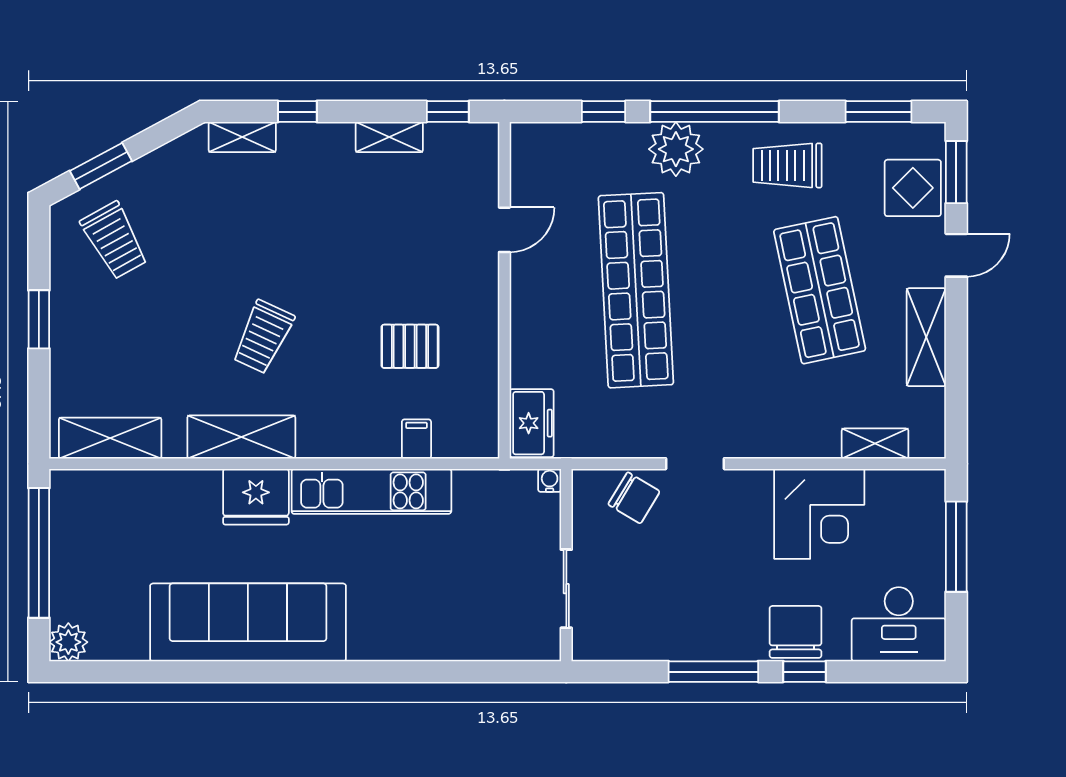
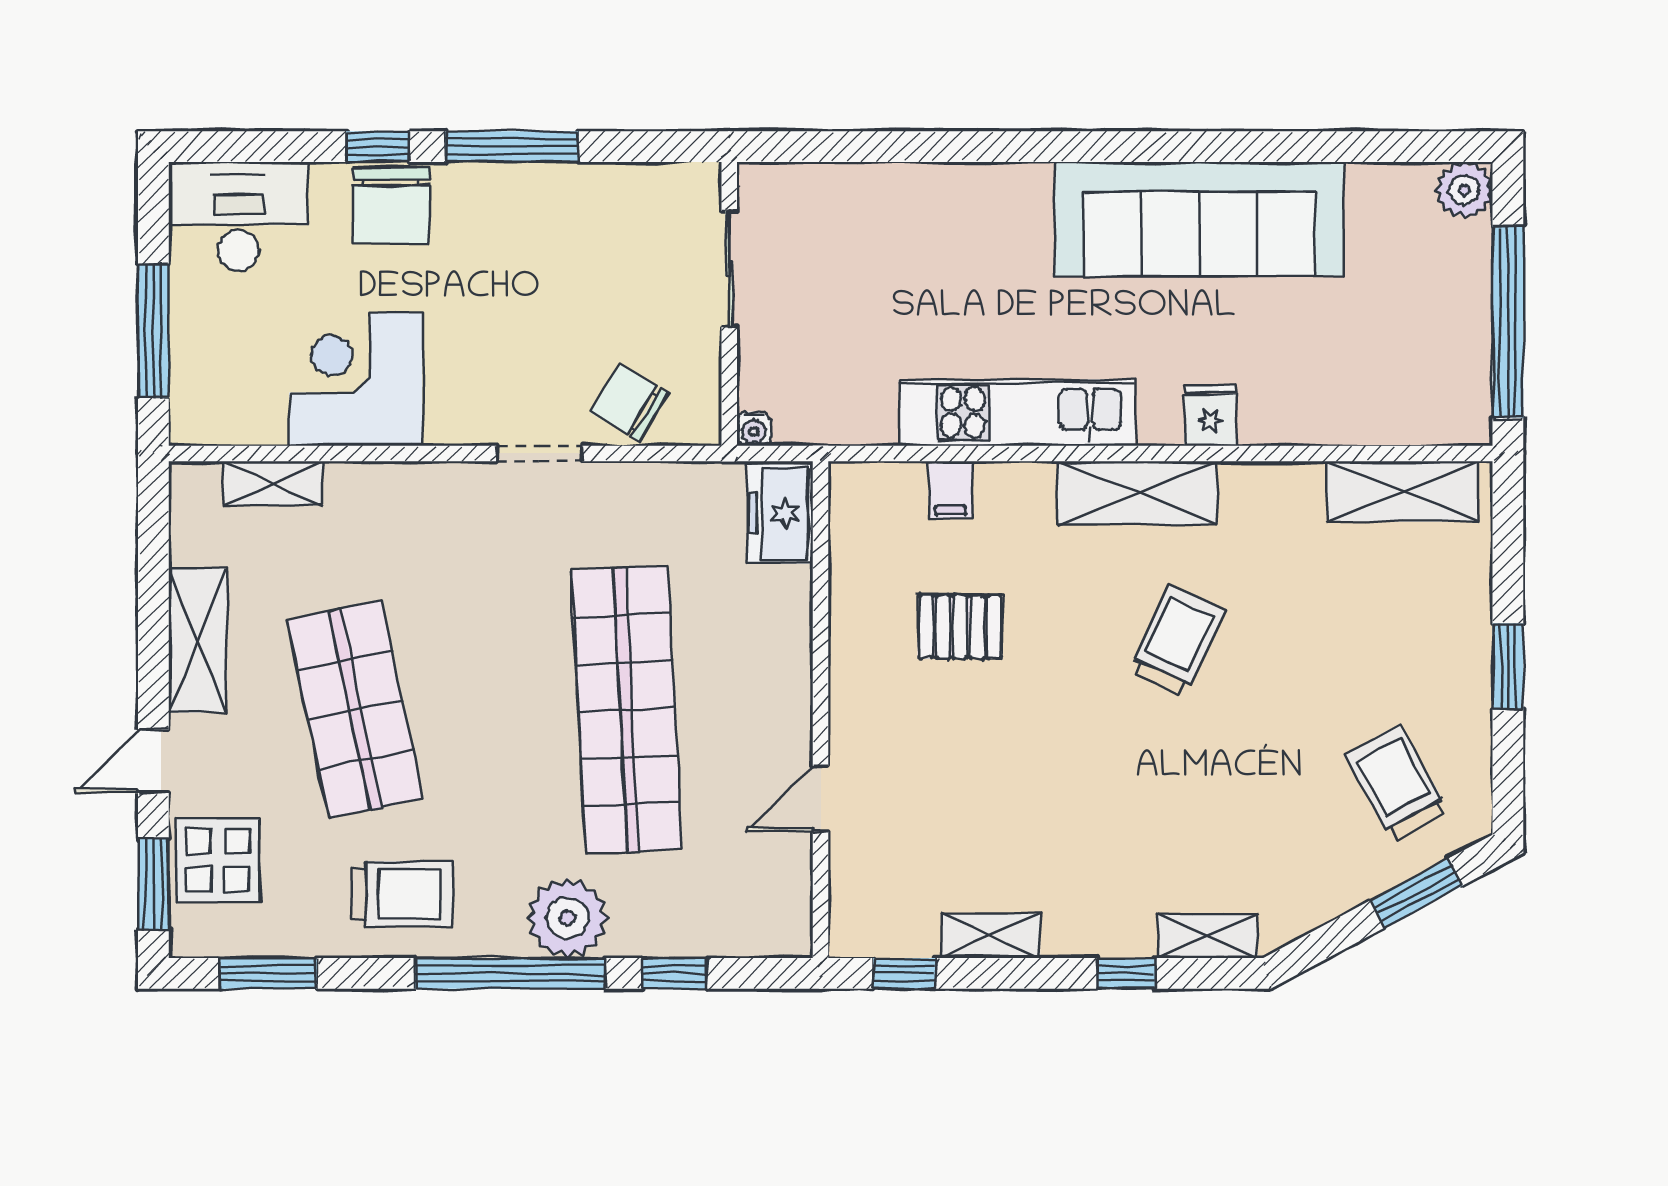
shelving: (241, 437) -> (1137, 493), moved
fridge: (256, 497) -> (1210, 415), width x0.53, depth x0.75

